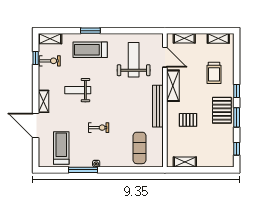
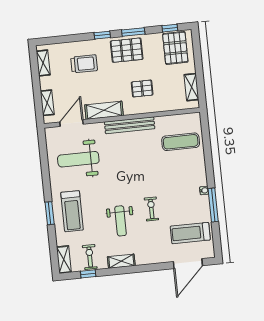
shelving: (43, 101) -> (121, 261), moved
pallet: (188, 120) -> (142, 89), turned 90
door: (36, 126) -> (188, 264), moved
exercise bike: (99, 128) -> (151, 209), moved
pallet: (219, 152) -> (175, 48), added

